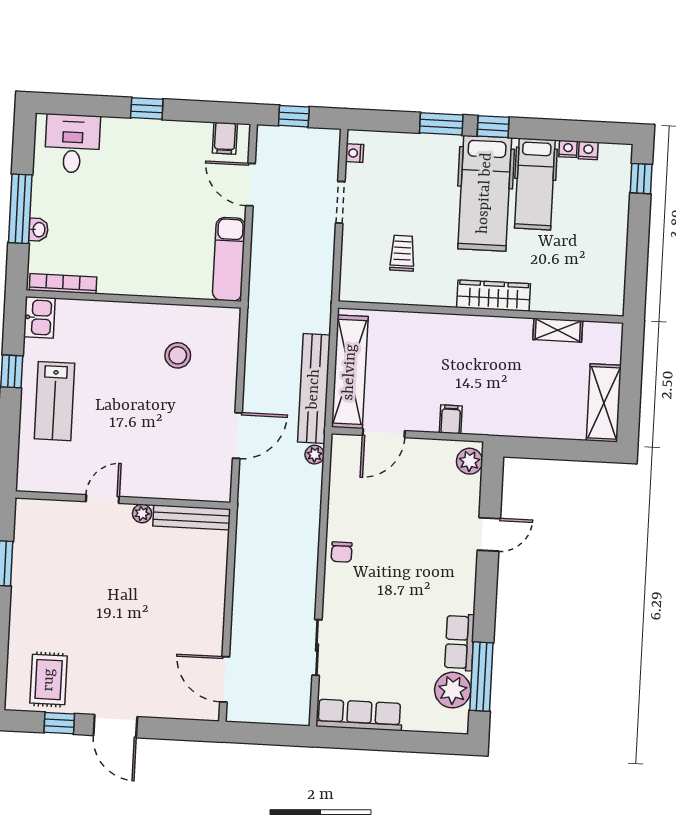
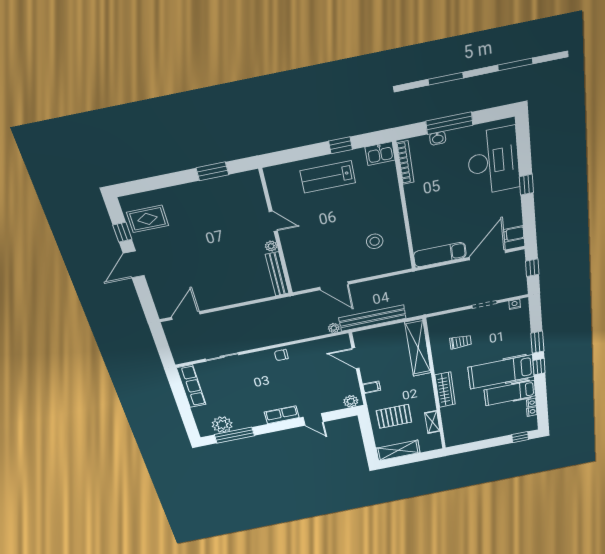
desk: (72, 144) -> (493, 161), width x1.87, depth x1.30
door: (250, 185) -> (487, 255), width x1.36
shelving: (350, 372) -> (418, 348), moved, turned 90
pallet: (525, 394) -> (394, 416), added
row of seats: (460, 642) -> (282, 415), moved

